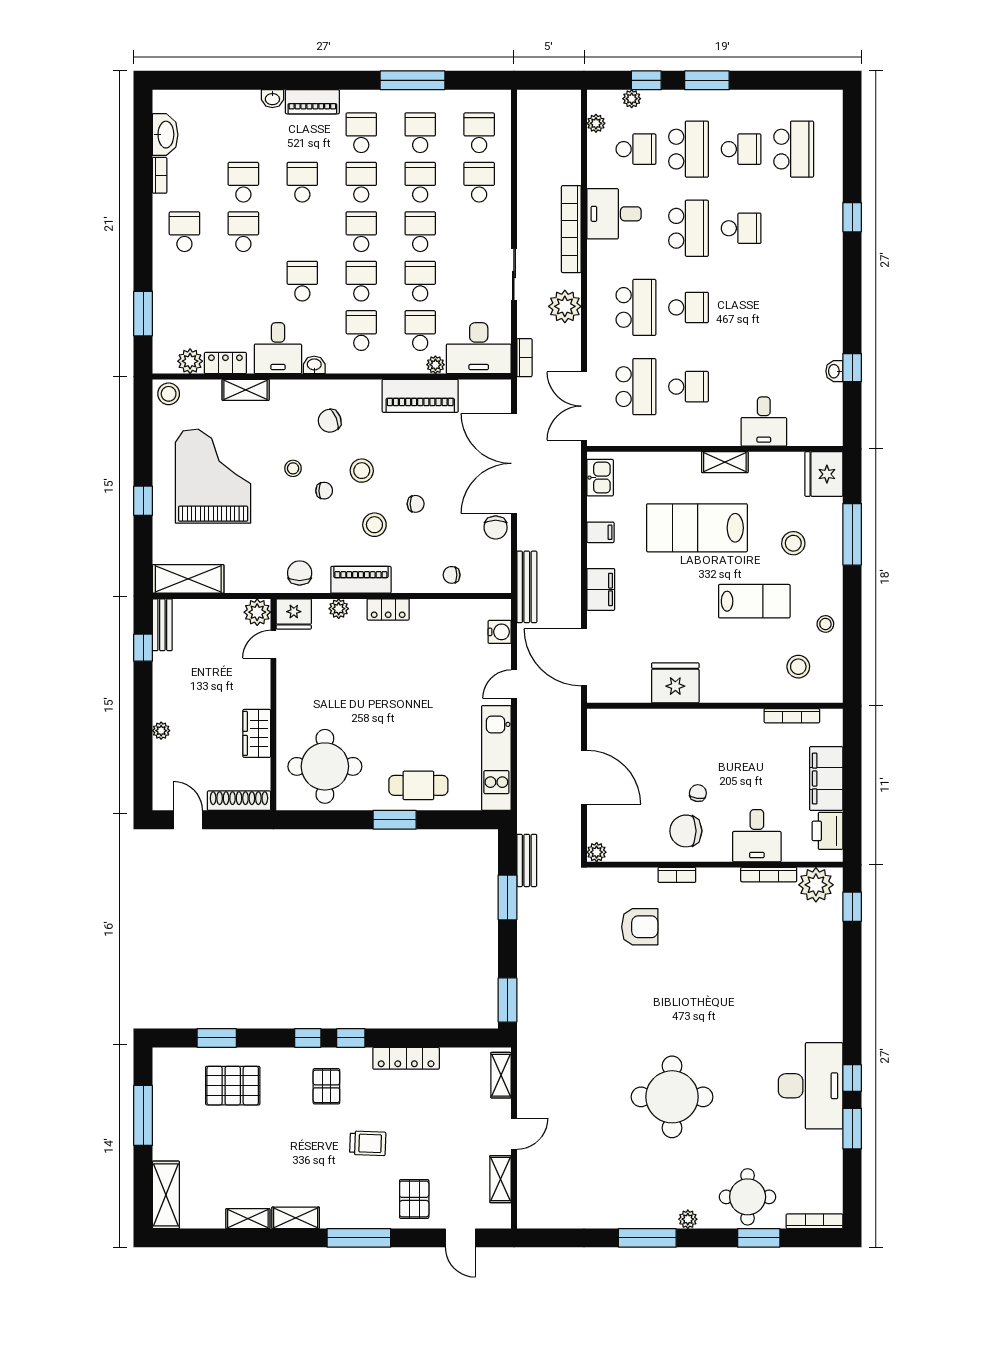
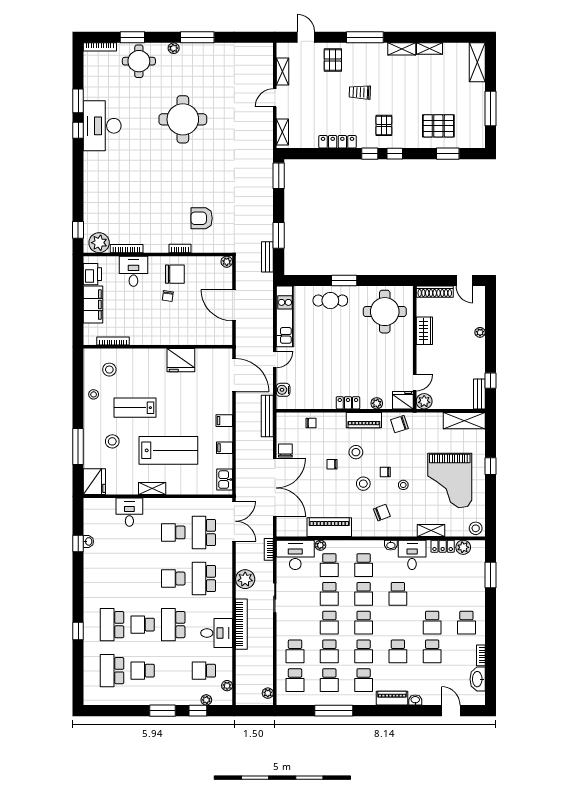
door: (211, 80) -> (451, 711), added
plant: (526, 110) -> (268, 693), added
school desk: (689, 149) -> (112, 625), moved
chair: (300, 573) -> (399, 424), turned 72
filing cabinet: (601, 589) -> (224, 421), width x0.50

